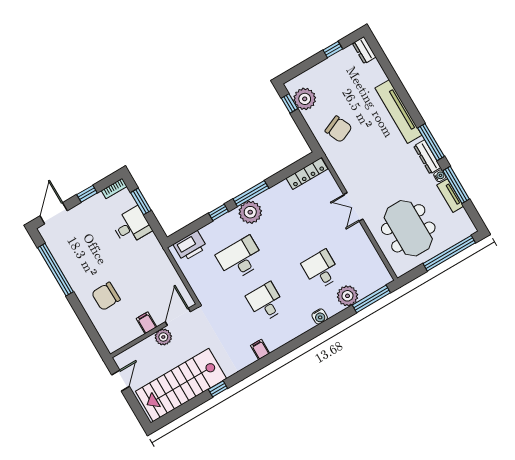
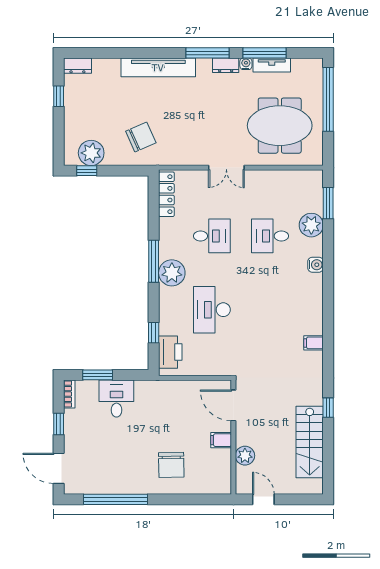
dresser: (427, 157) -> (226, 65), width x0.70
window: (219, 212) -> (154, 333), moved
window: (371, 299) -> (328, 203), width x0.69
desk: (266, 302) -> (212, 236), moved, turned 180
plant: (163, 337) -> (245, 456), moved
stairs: (181, 385) -> (310, 442), width x0.73, depth x0.66

